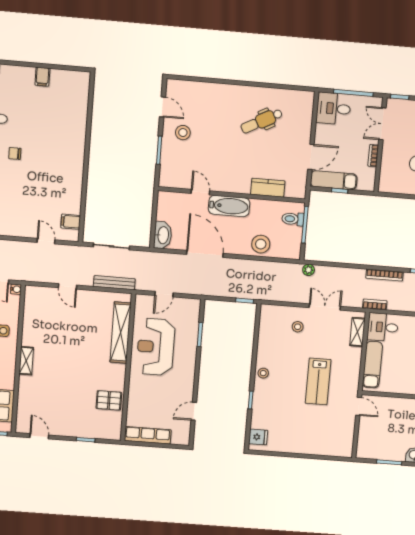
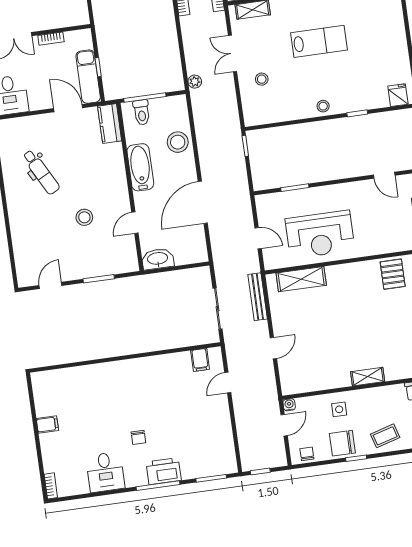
stool: (183, 133) -> (84, 217), moved
kitchen counter: (268, 188) -> (110, 124), moved
bathtub: (229, 206) -> (140, 167), moved
washbasin: (163, 235) -> (158, 259), moved
shelving: (121, 333) -> (301, 279), width x0.68

